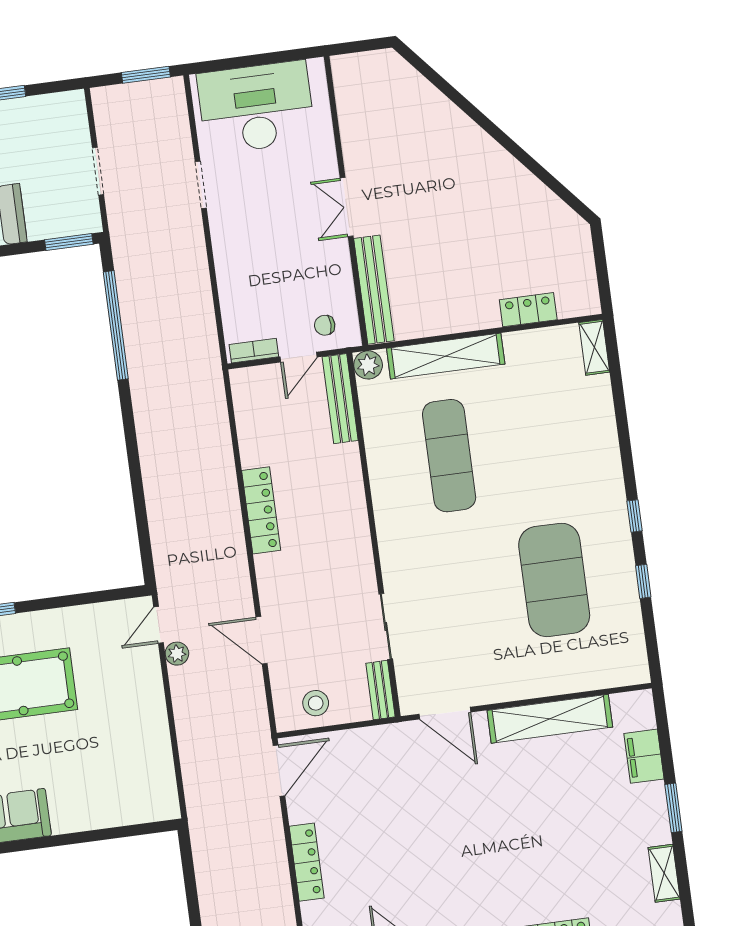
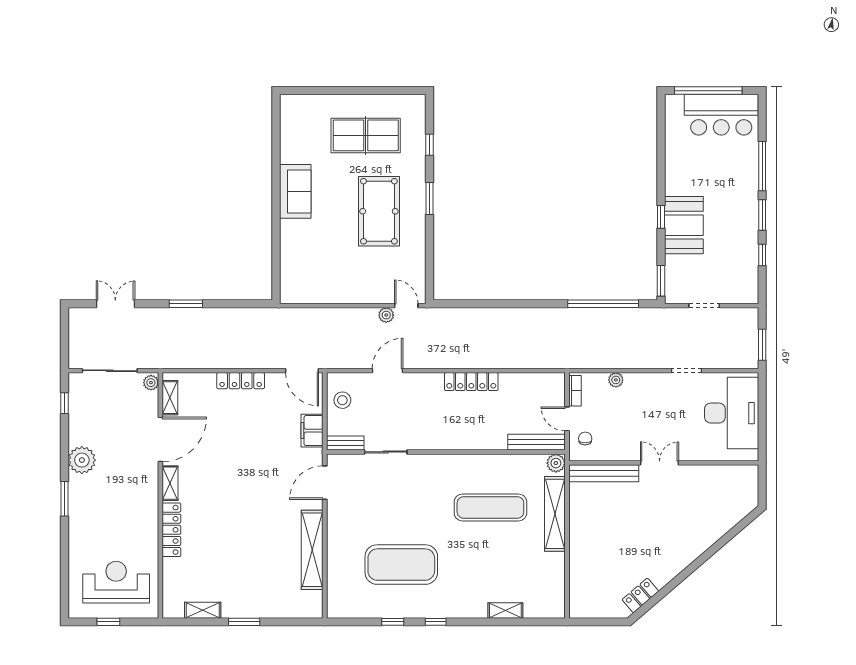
plant: (229, 291) -> (616, 380), added
locker: (528, 310) -> (640, 595), moved, turned -131
shelving: (594, 347) -> (505, 610), moved
filing cabinet: (644, 756) -> (312, 431), moved, turned -90

